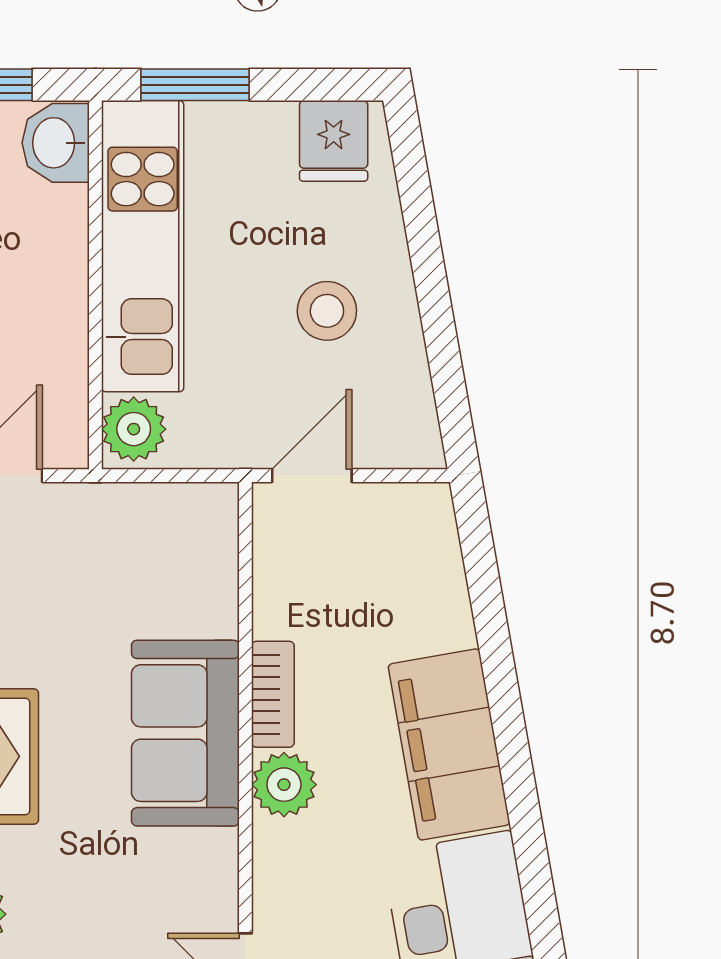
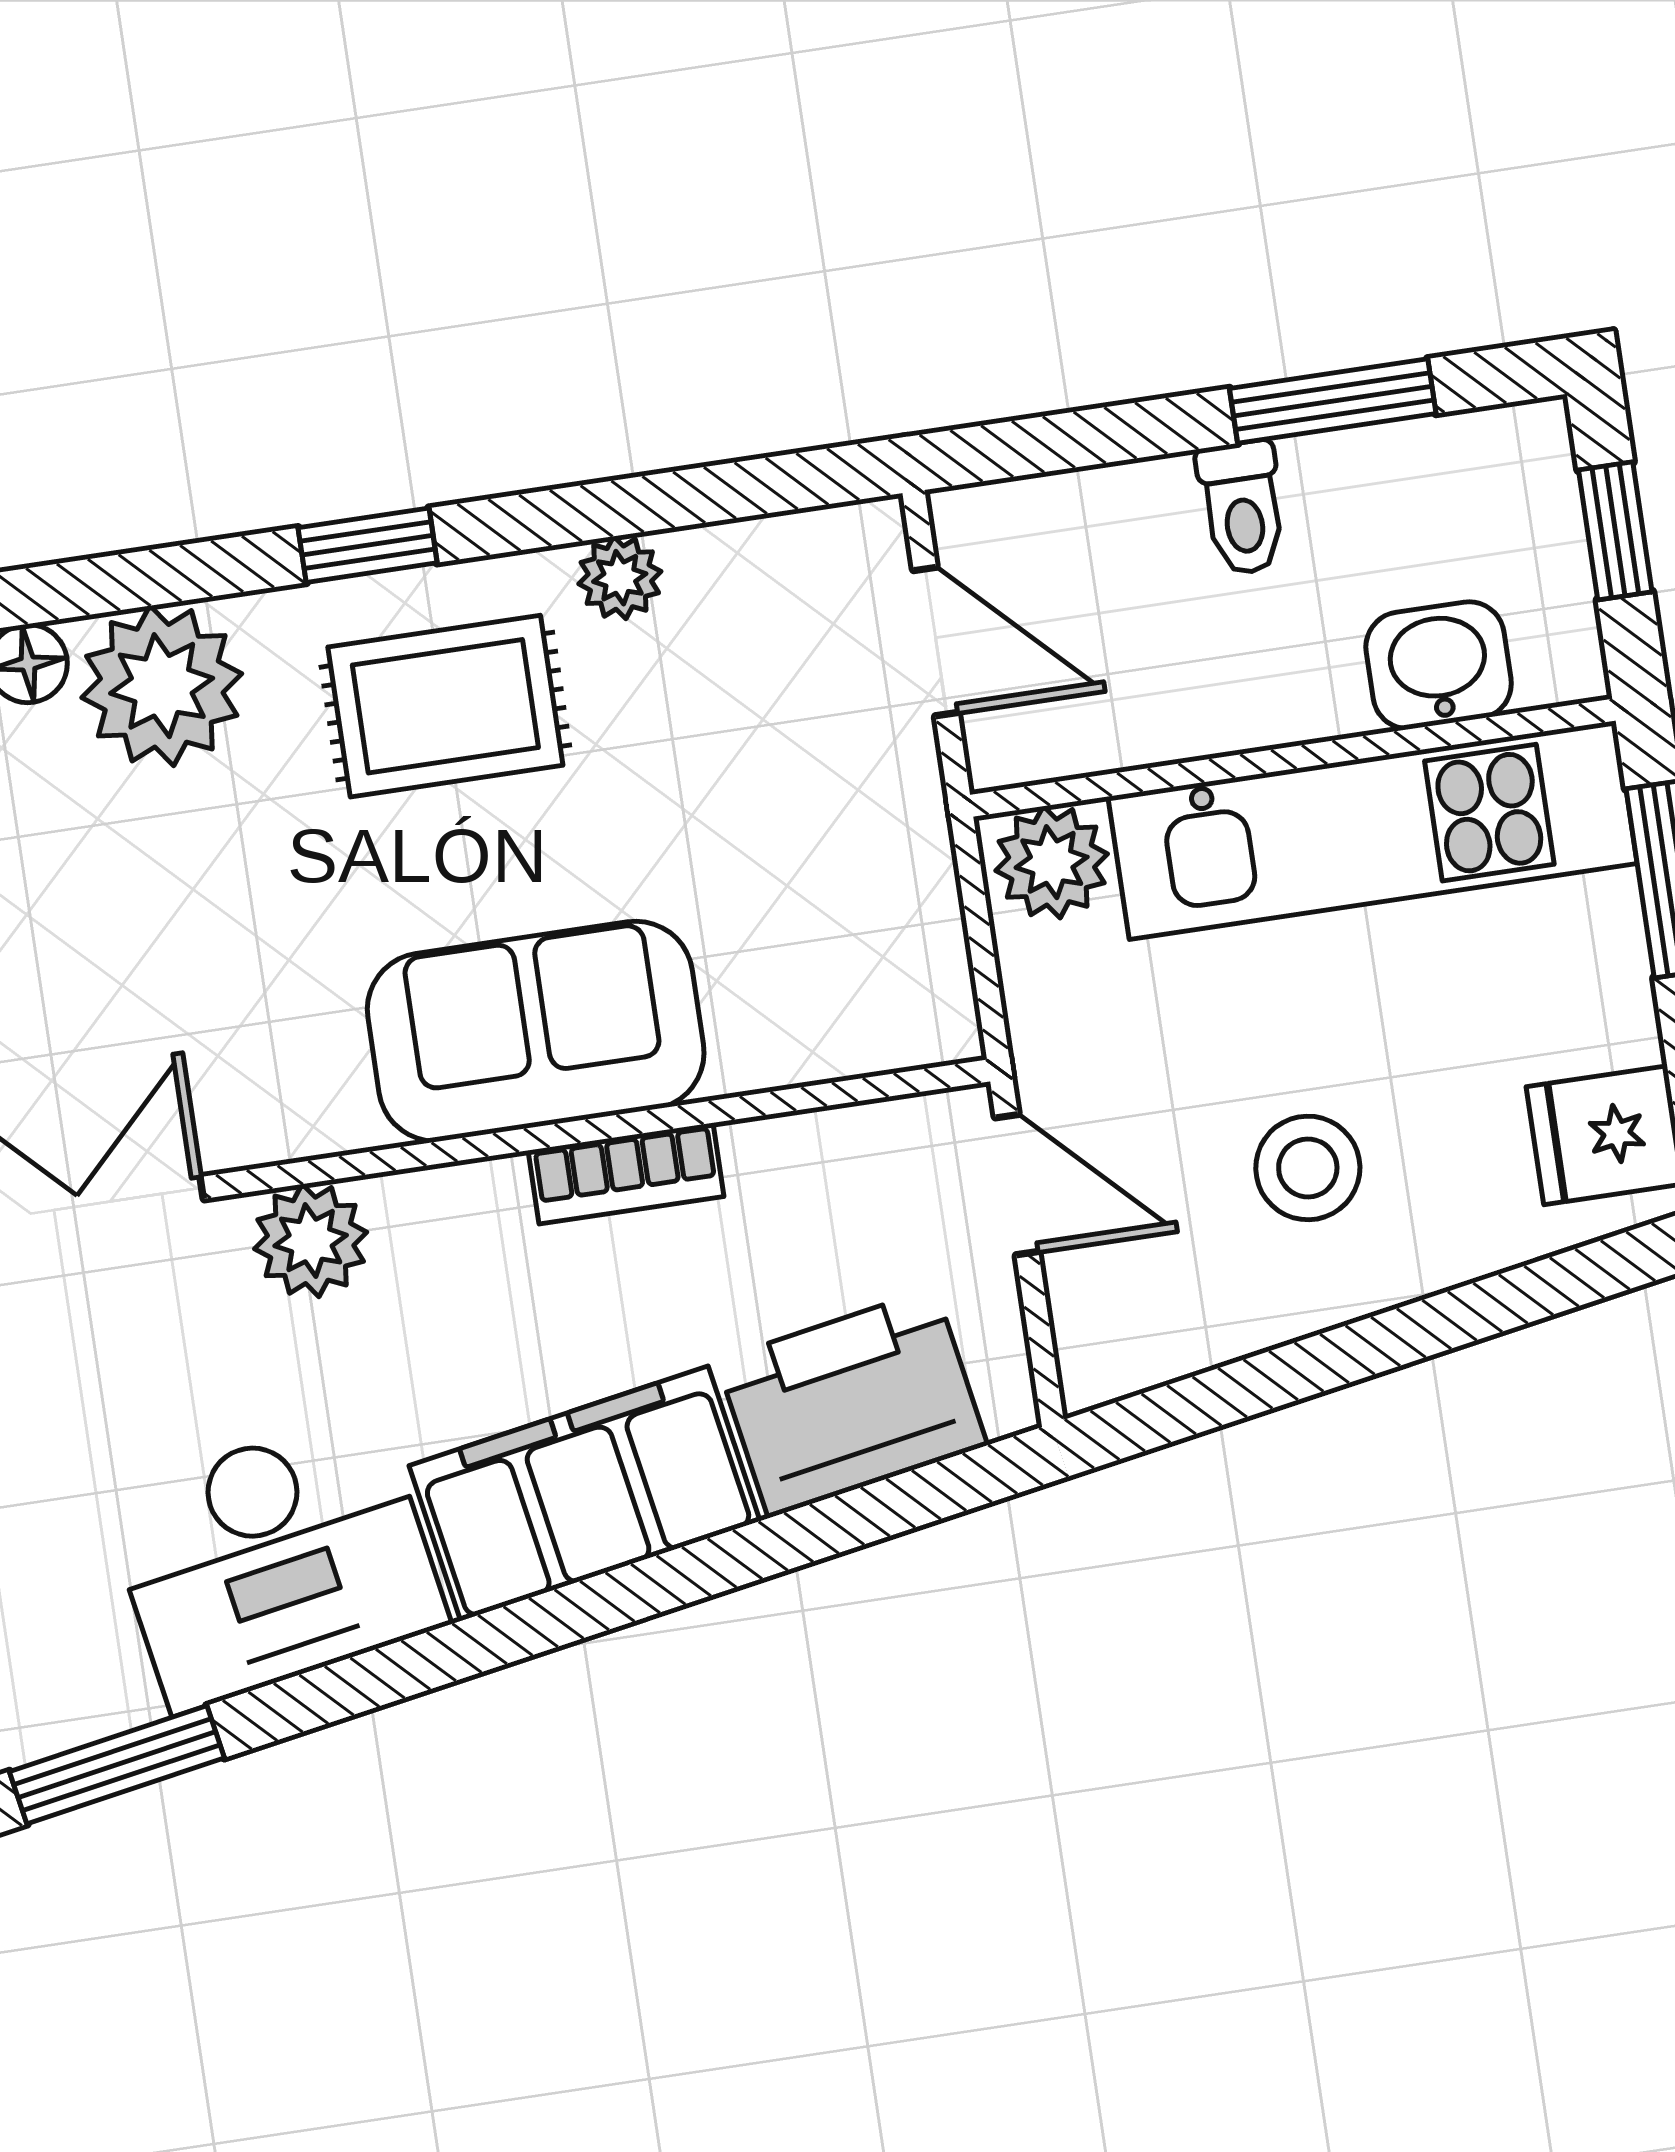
washbasin: (56, 143) -> (1439, 665), moved
printer: (421, 587) -> (852, 1403), added
plant: (284, 785) -> (311, 1240), moved

